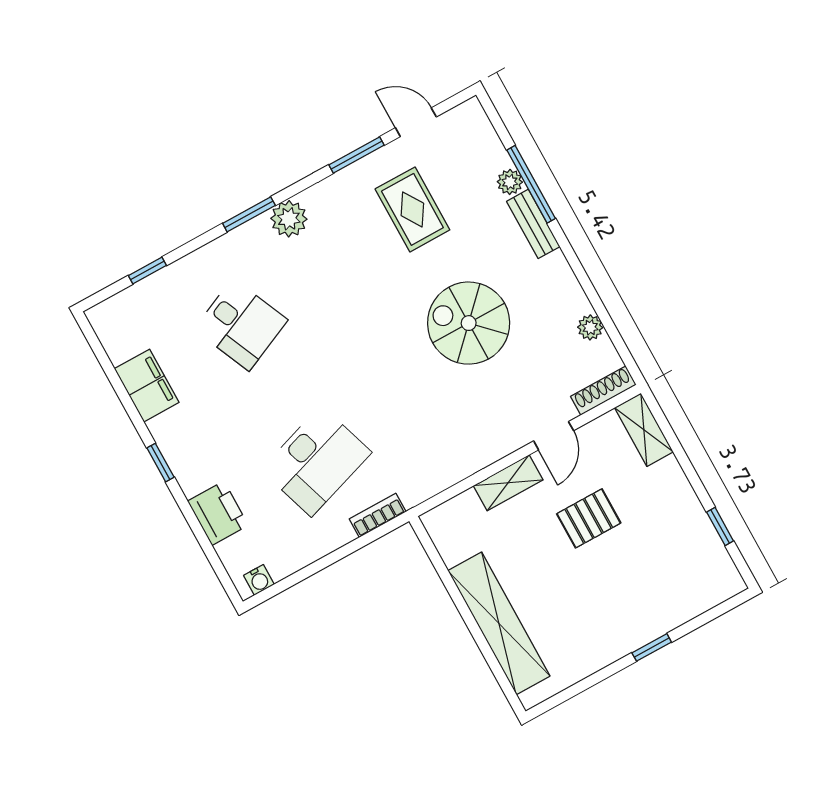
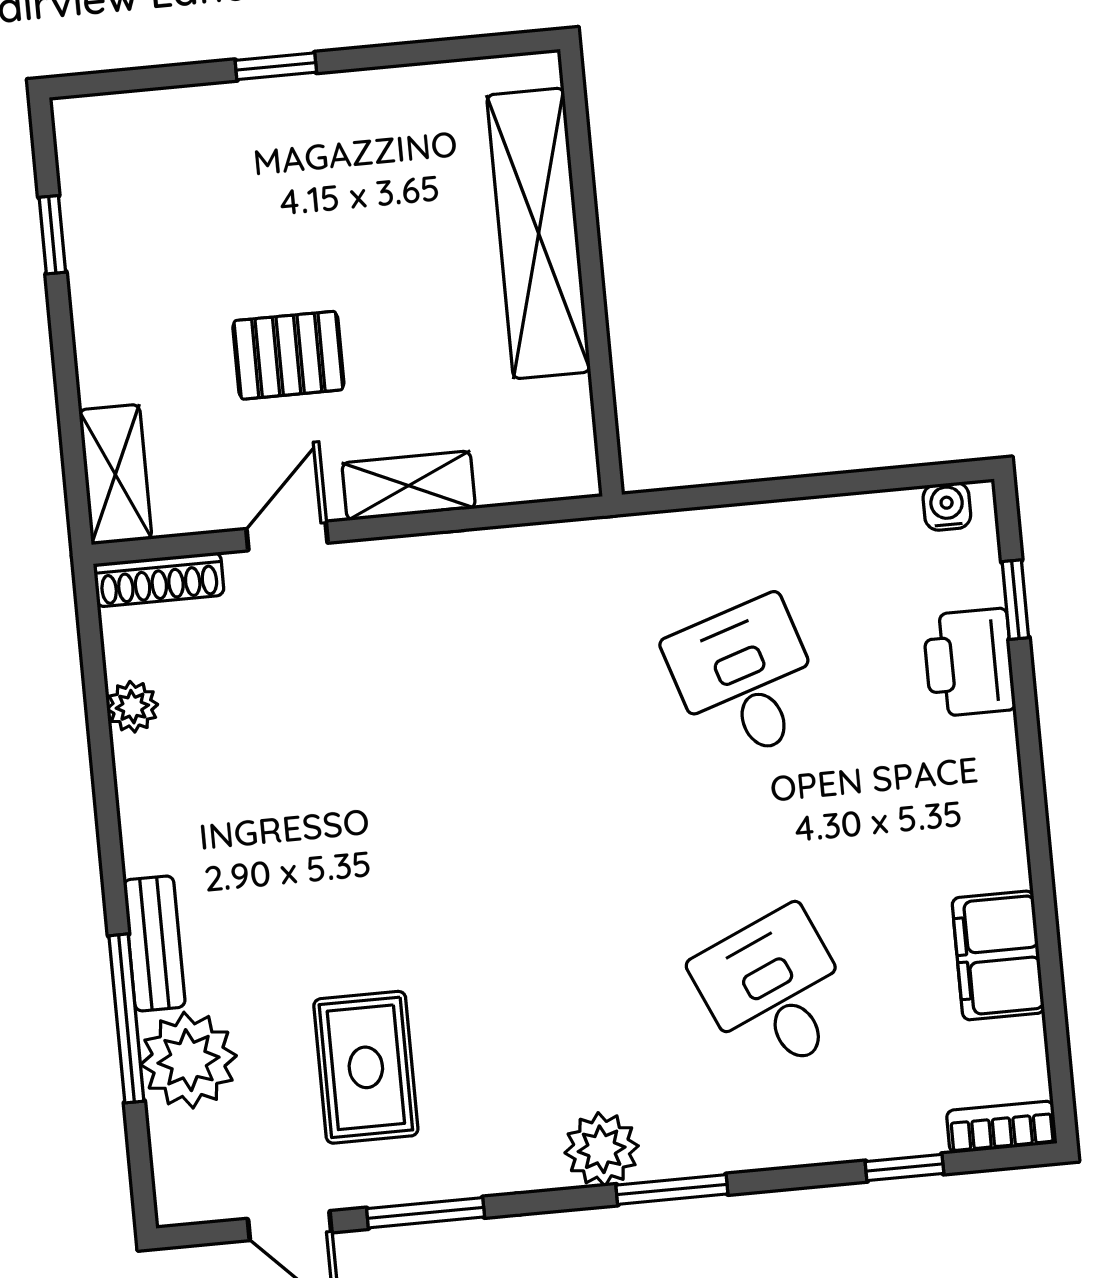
plant: (510, 182) -> (188, 1060), width x1.88, depth x1.88
spiral stairs: (469, 323) -> (353, 812), removed
desk: (316, 461) -> (746, 680), width x0.73
window: (160, 463) -> (1015, 600), moved
bookcase: (378, 515) -> (1002, 1127), moved, turned 180

